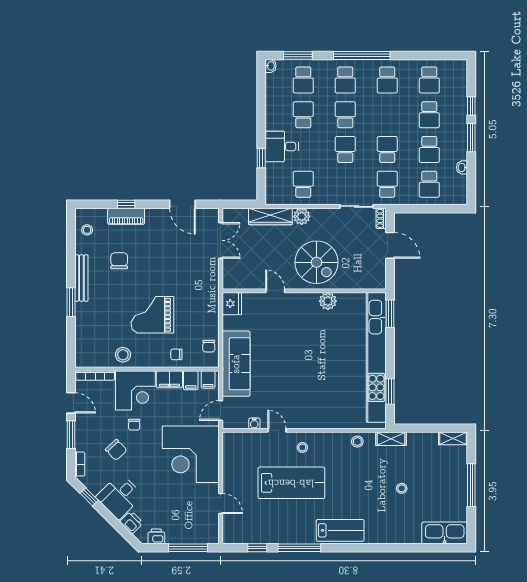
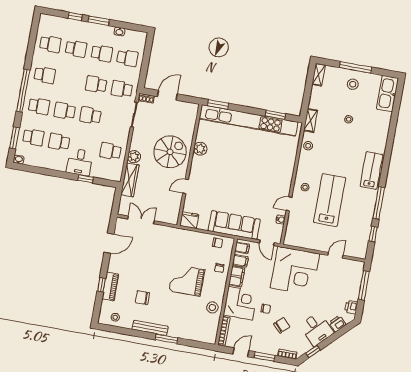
grand piano: (152, 315) -> (187, 280), turned 90
stool: (449, 485) -> (353, 84), added

